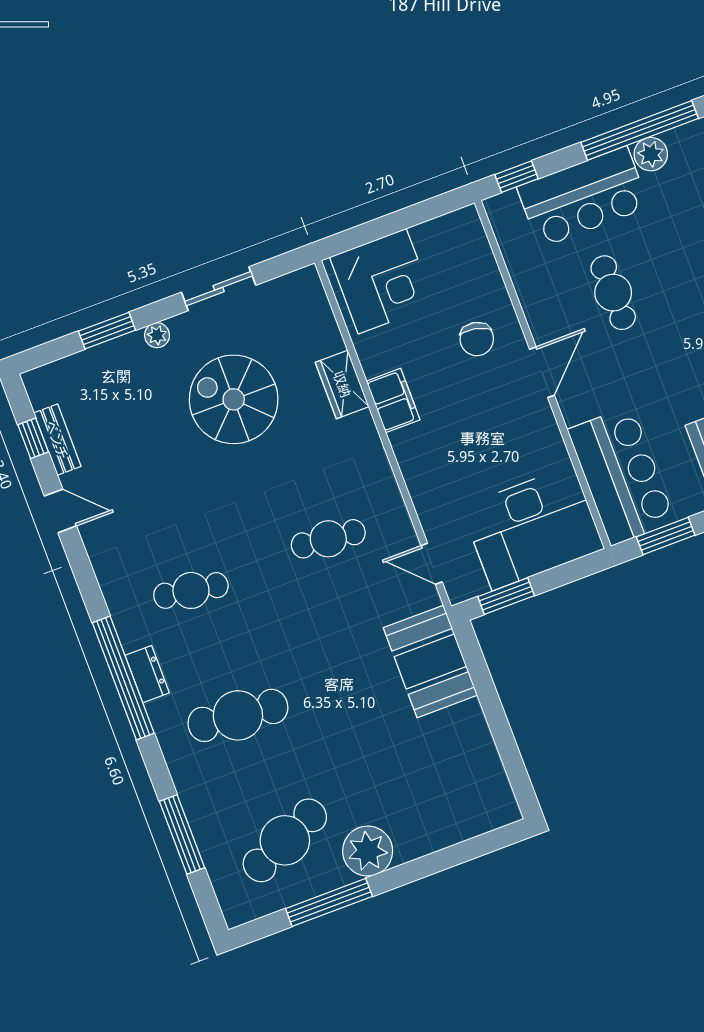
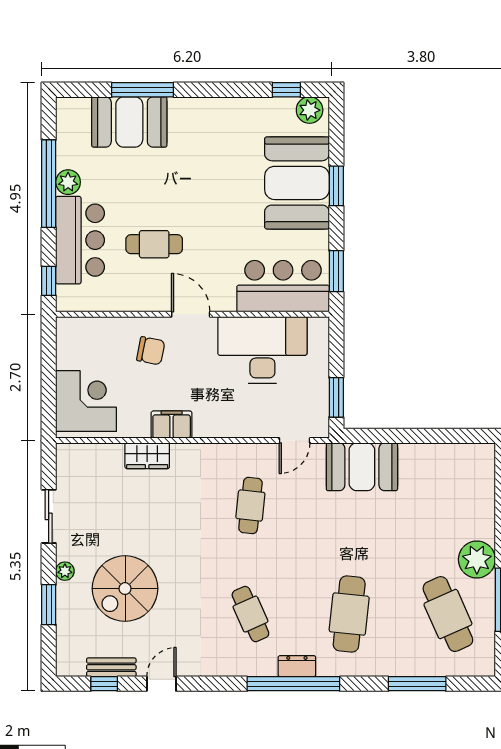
spiral stairs: (234, 399) -> (125, 589), moved
desk: (533, 528) -> (262, 350), moved, turned -90
cafe table: (191, 590) -> (250, 614), turned -33

